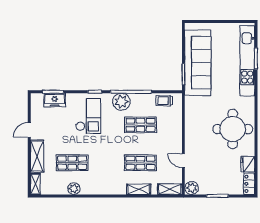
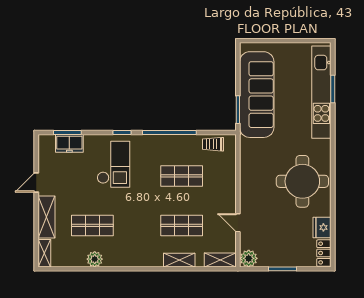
plant: (121, 102) -> (157, 146), removed

